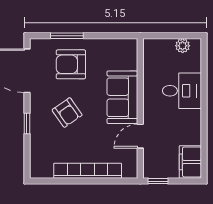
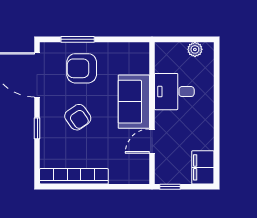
desk: (182, 91) -> (174, 92), moved, turned 180
bookcase: (88, 171) -> (74, 176), moved

